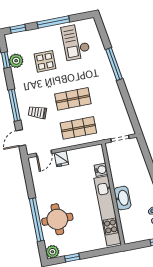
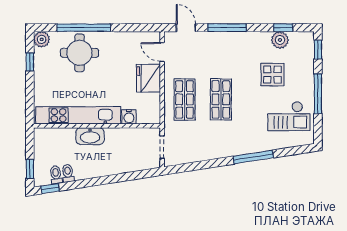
checkout: (76, 42) -> (289, 116), turned 180
trolley: (37, 112) -> (213, 54), removed
fridge: (61, 159) -> (148, 78), width x1.88, depth x1.34

